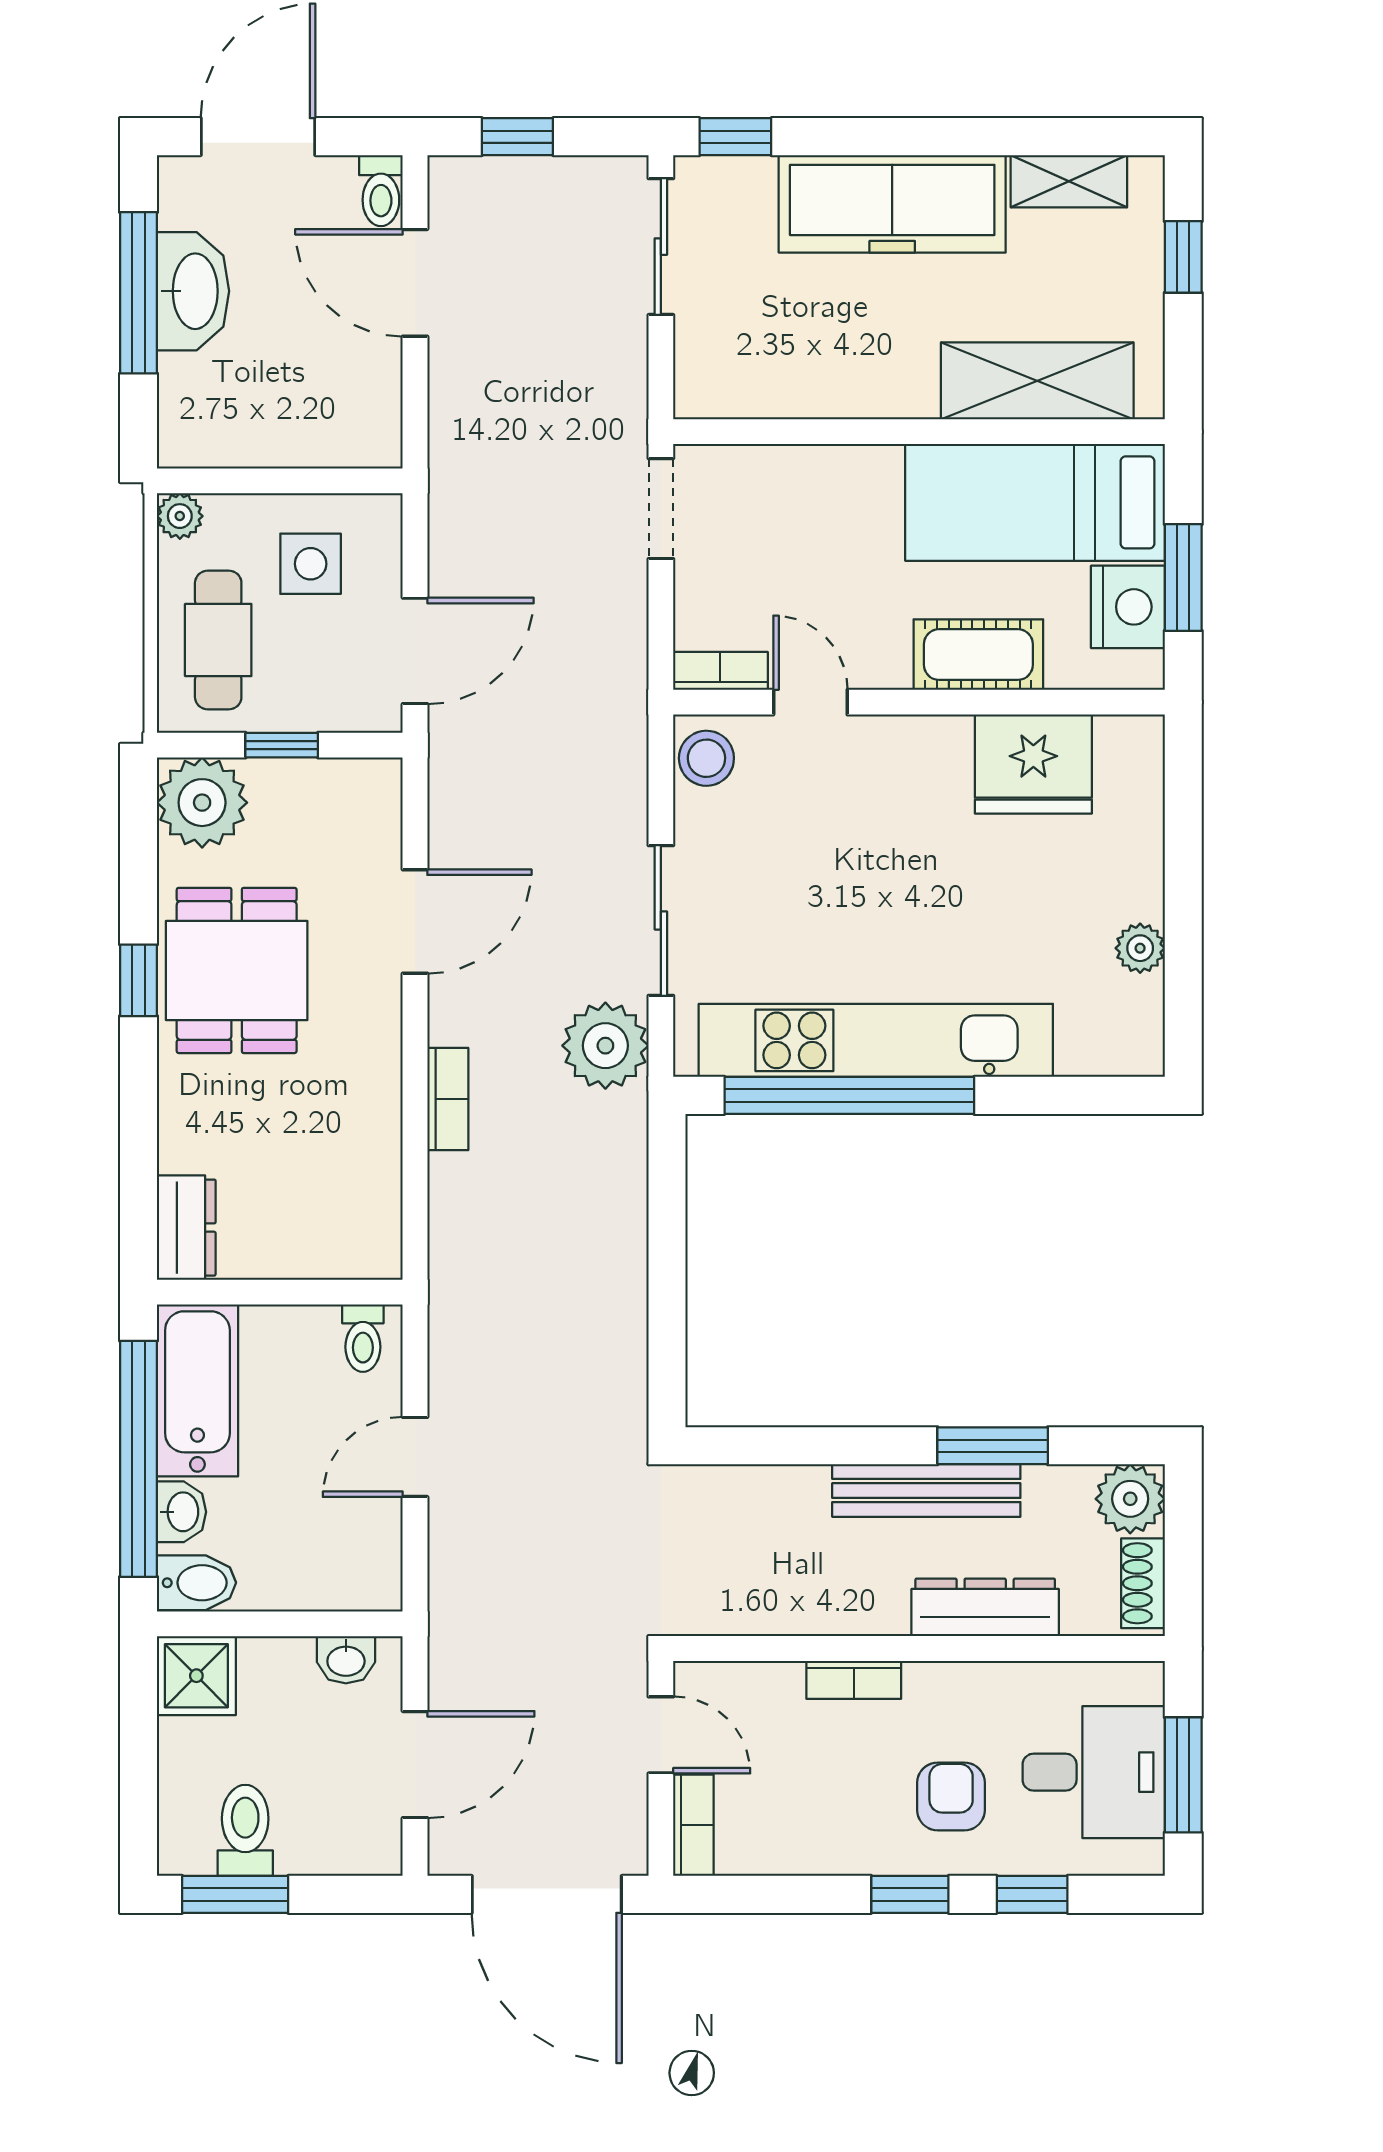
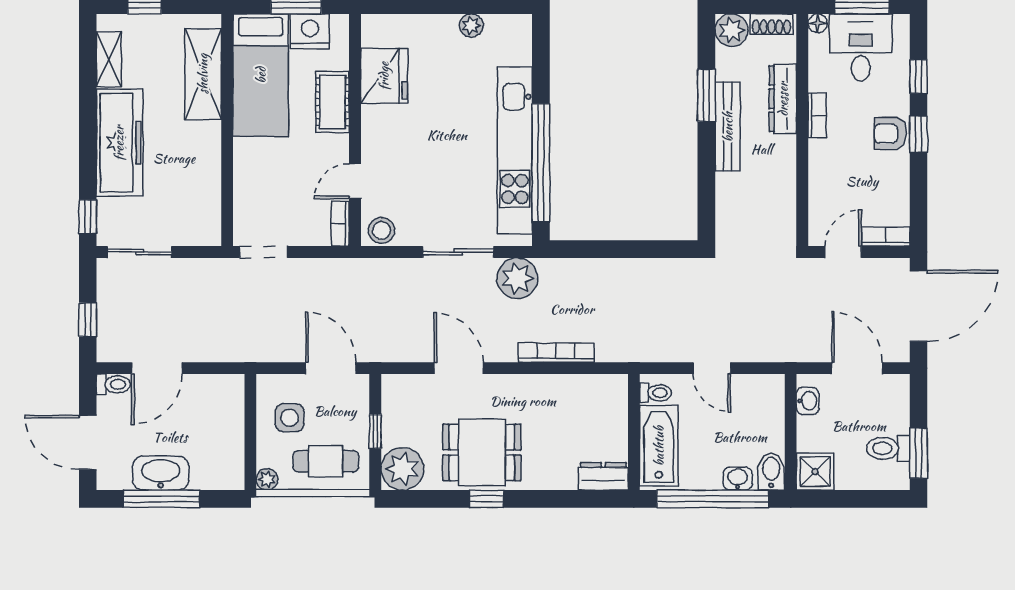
bookcase: (448, 1099) -> (556, 353), width x1.56
bathtub: (197, 1390) -> (659, 446), moved, turned 90
bookcase: (854, 1680) -> (817, 115), moved
floor lamp: (1145, 1681) -> (818, 23), added
armchair: (951, 1796) -> (890, 133), moved

